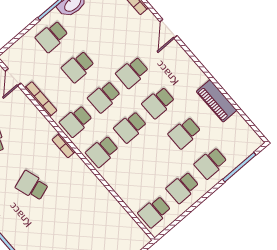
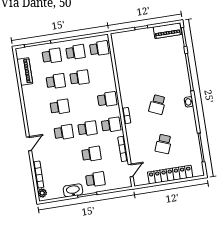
piano: (217, 101) -> (25, 71), moved
school desk: (130, 127) -> (79, 78), moved
school desk: (32, 186) -> (157, 105), turned 42

